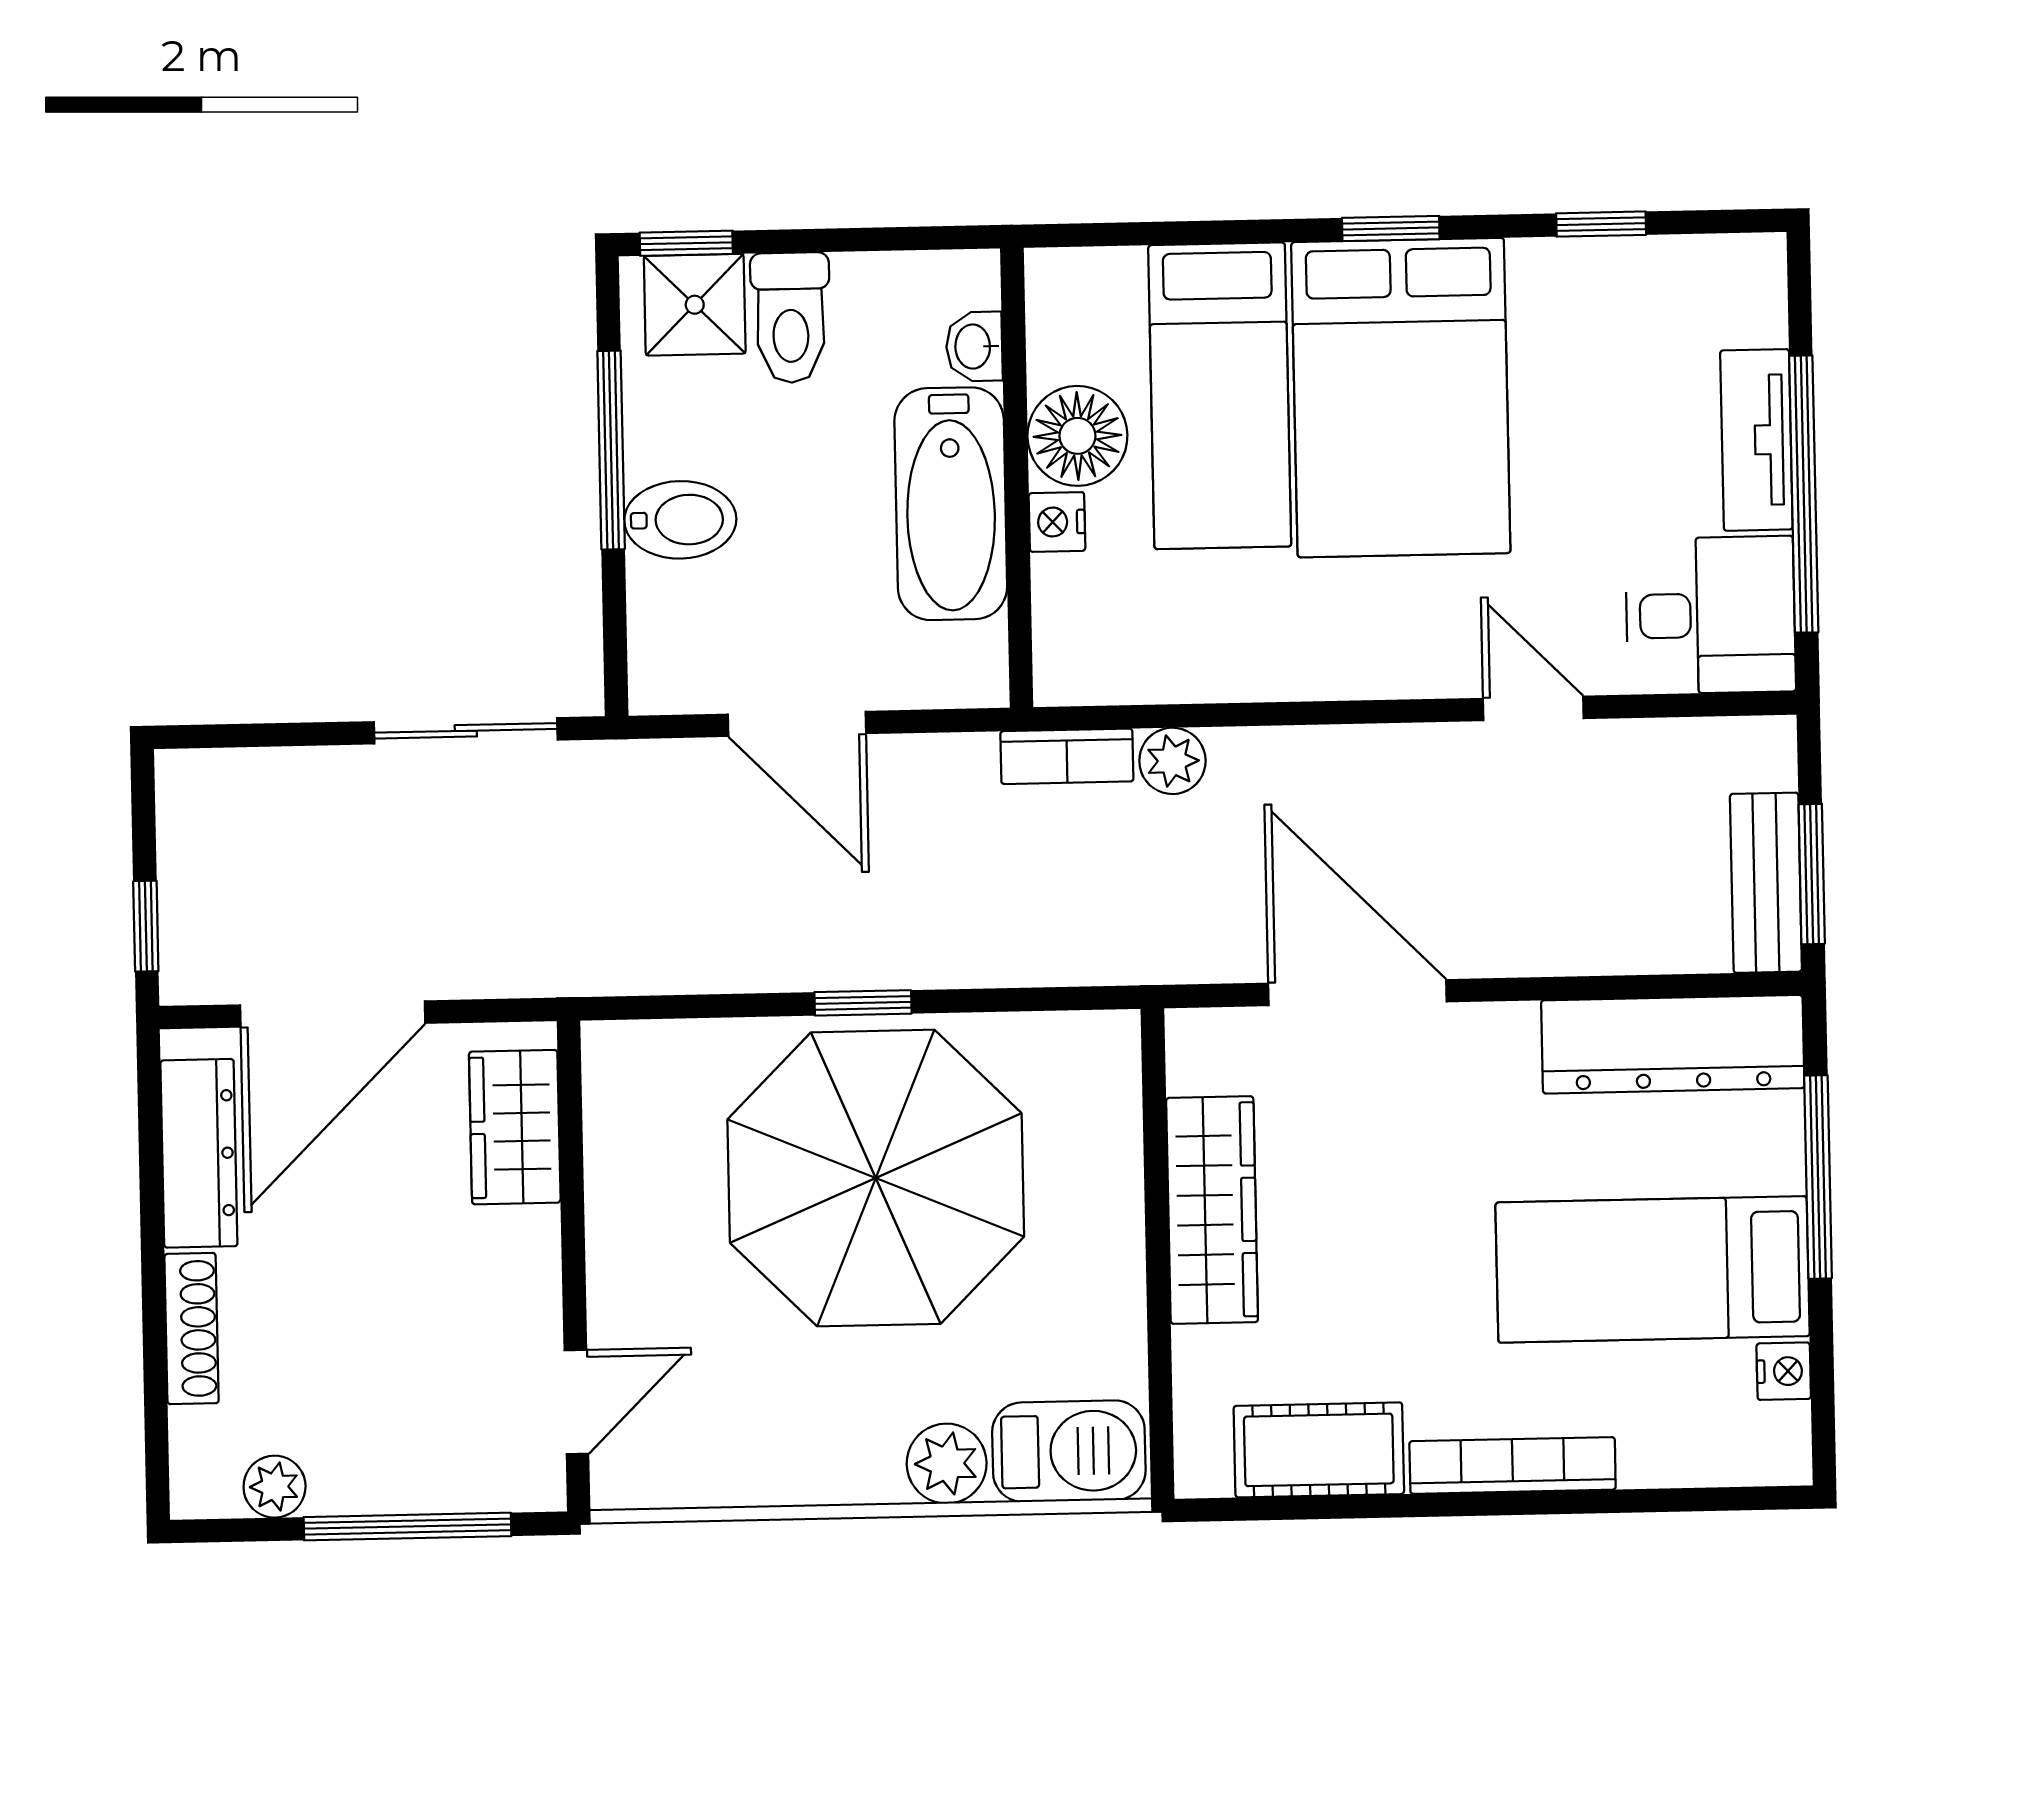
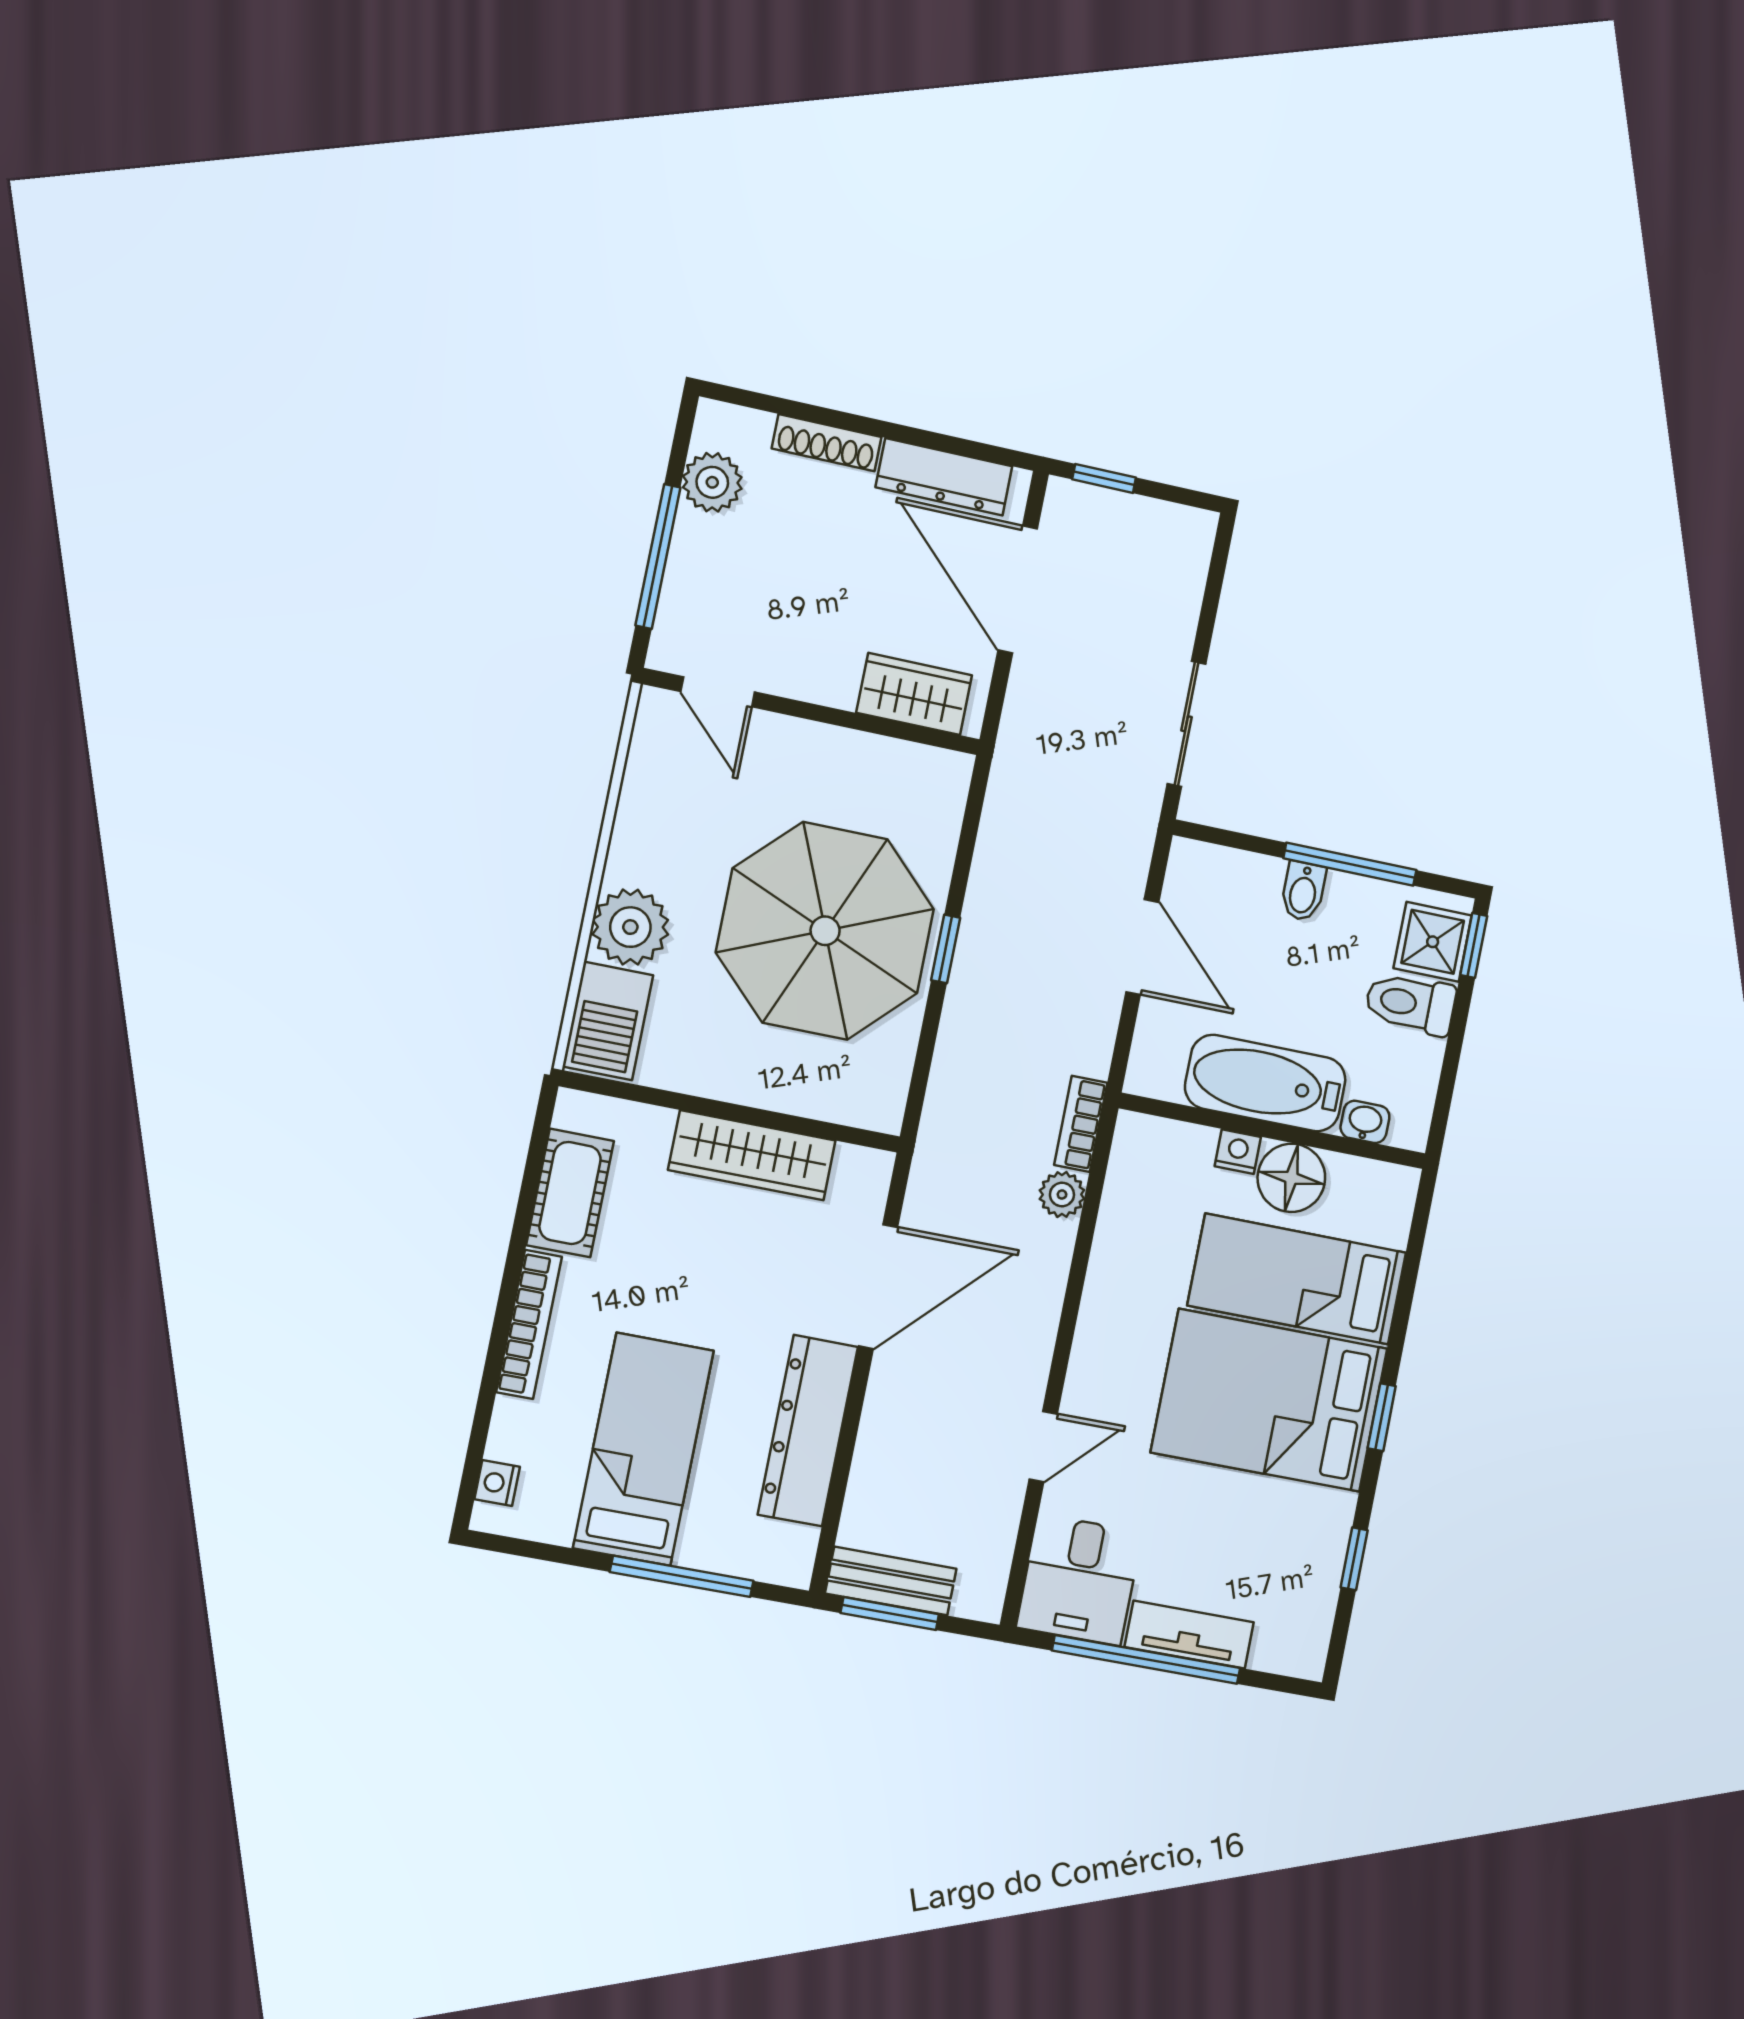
bidet: (680, 520) -> (1303, 891), width x0.72, depth x0.74
door: (797, 724) -> (1142, 947), swing flipped
dresser: (1673, 1044) -> (808, 1431), moved
nightstand: (1784, 1371) -> (497, 1483), moved, turned 90
plant: (947, 1464) -> (630, 927), width x1.36, depth x1.36
plant: (275, 1487) -> (712, 482), width x1.38, depth x1.38

